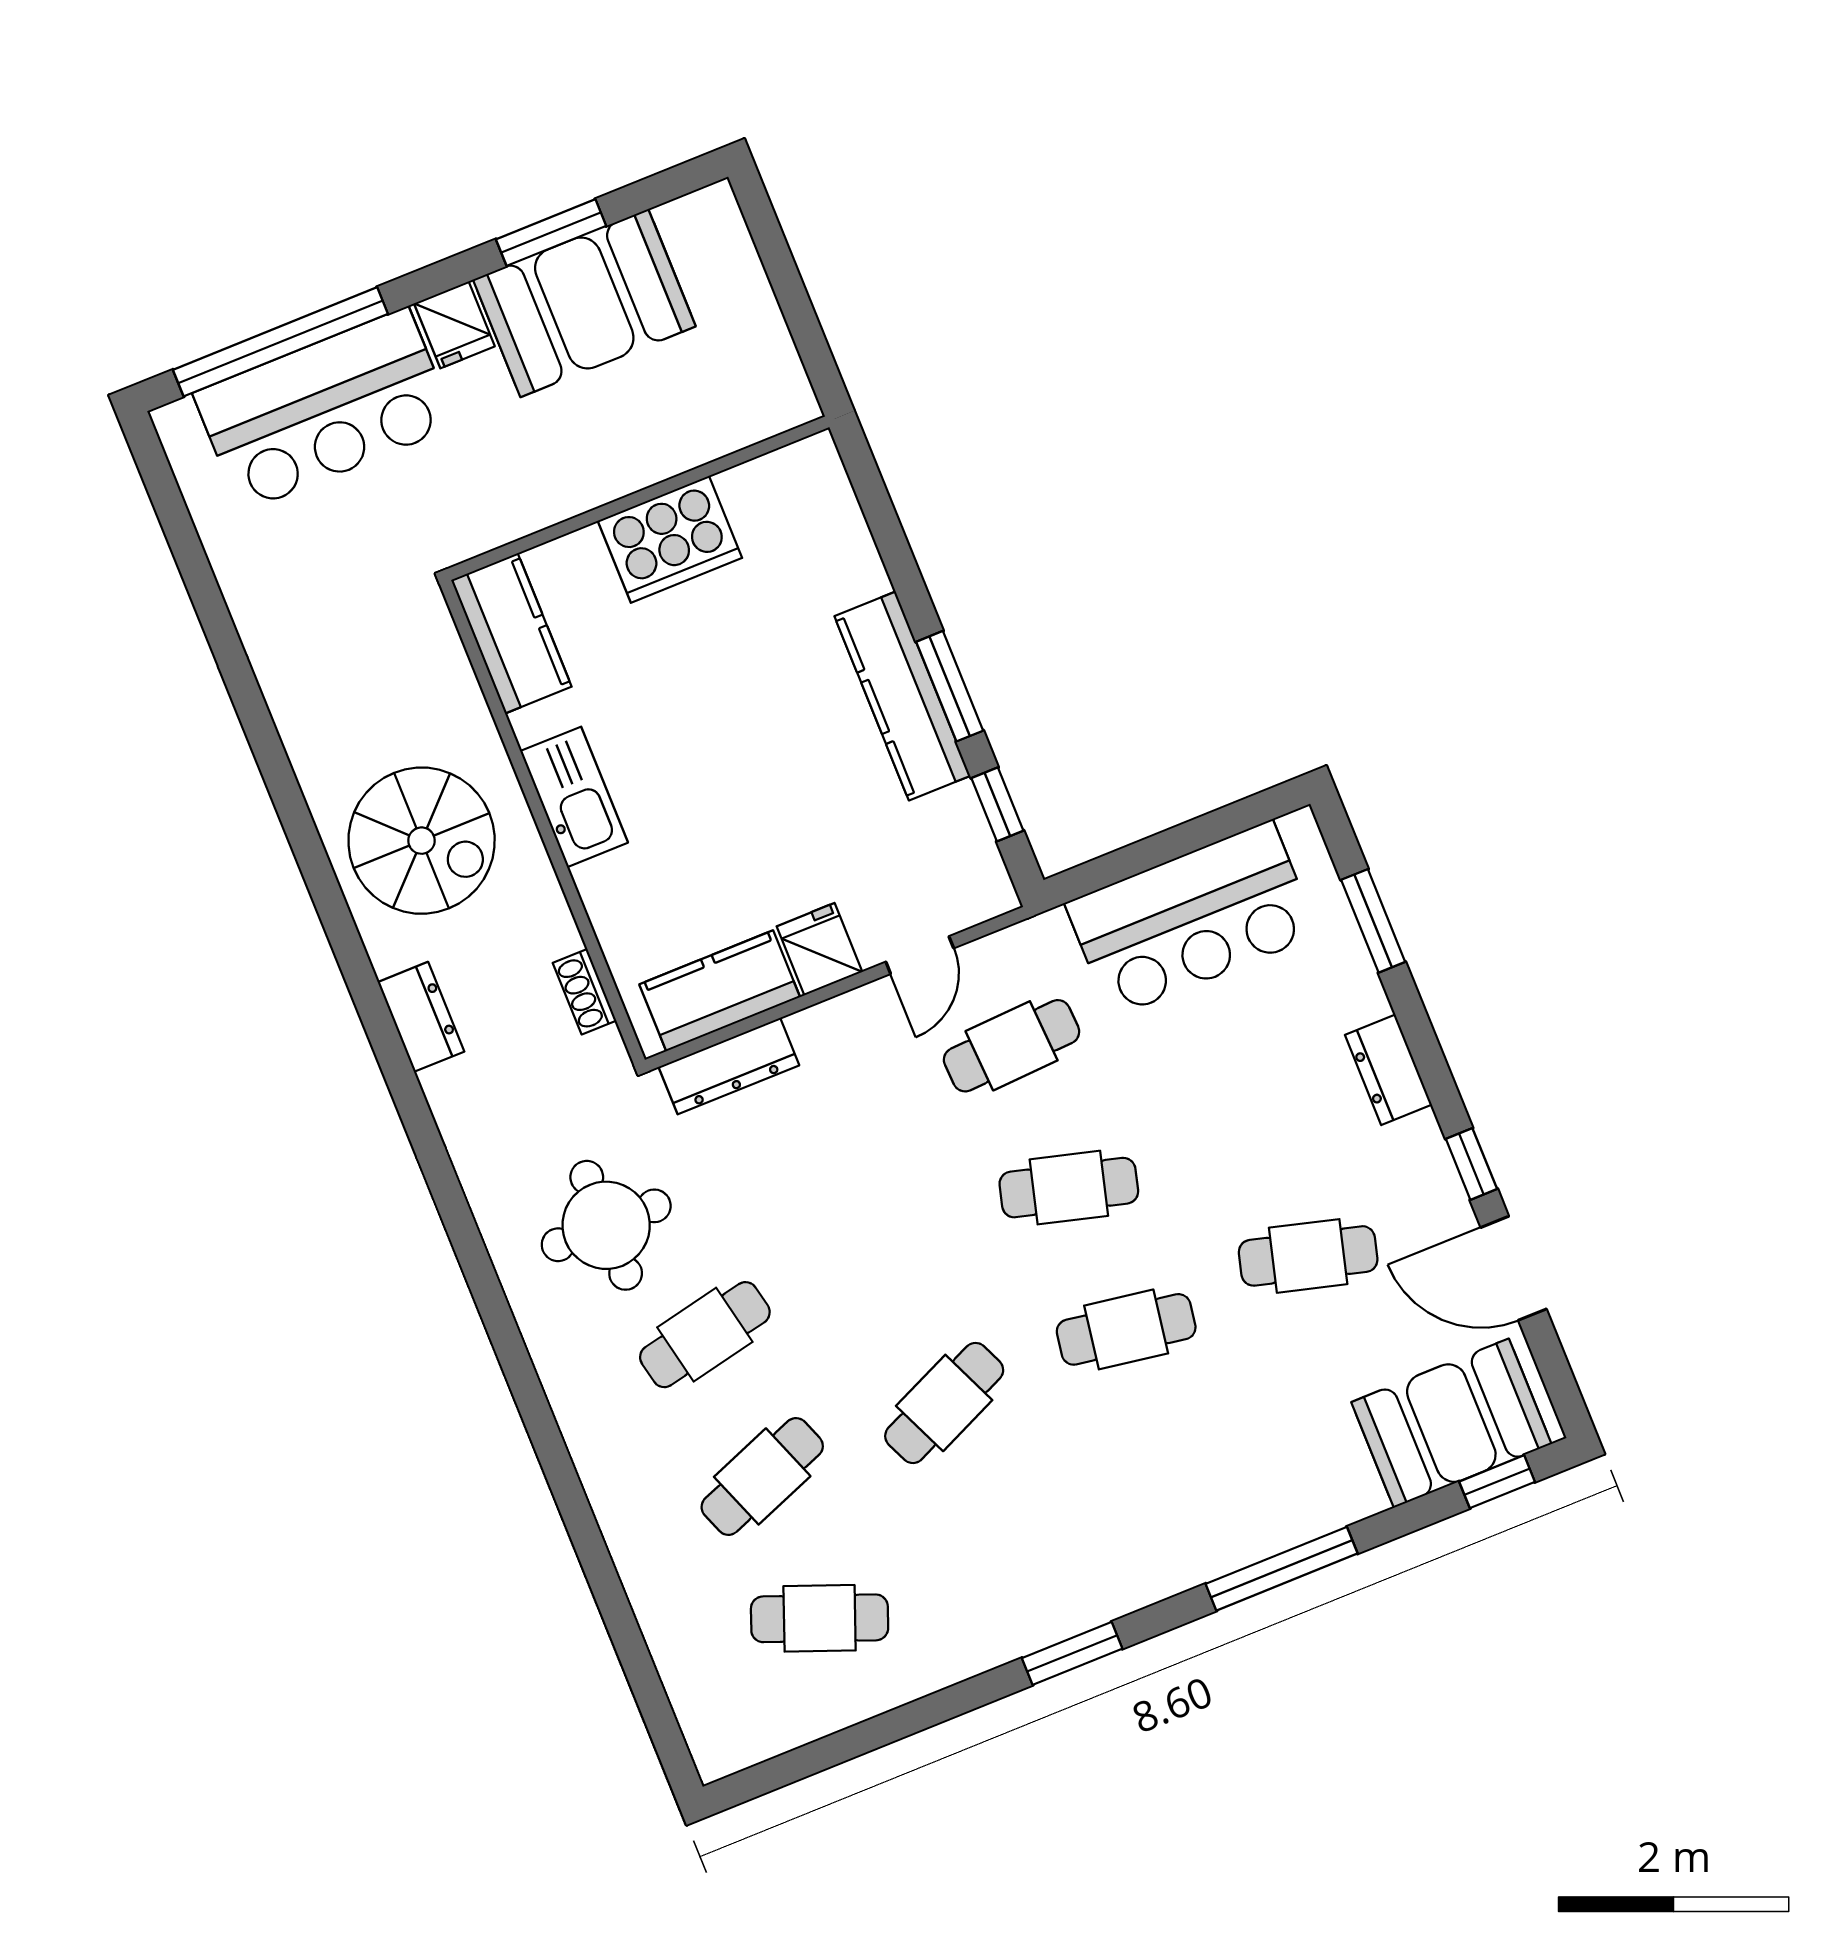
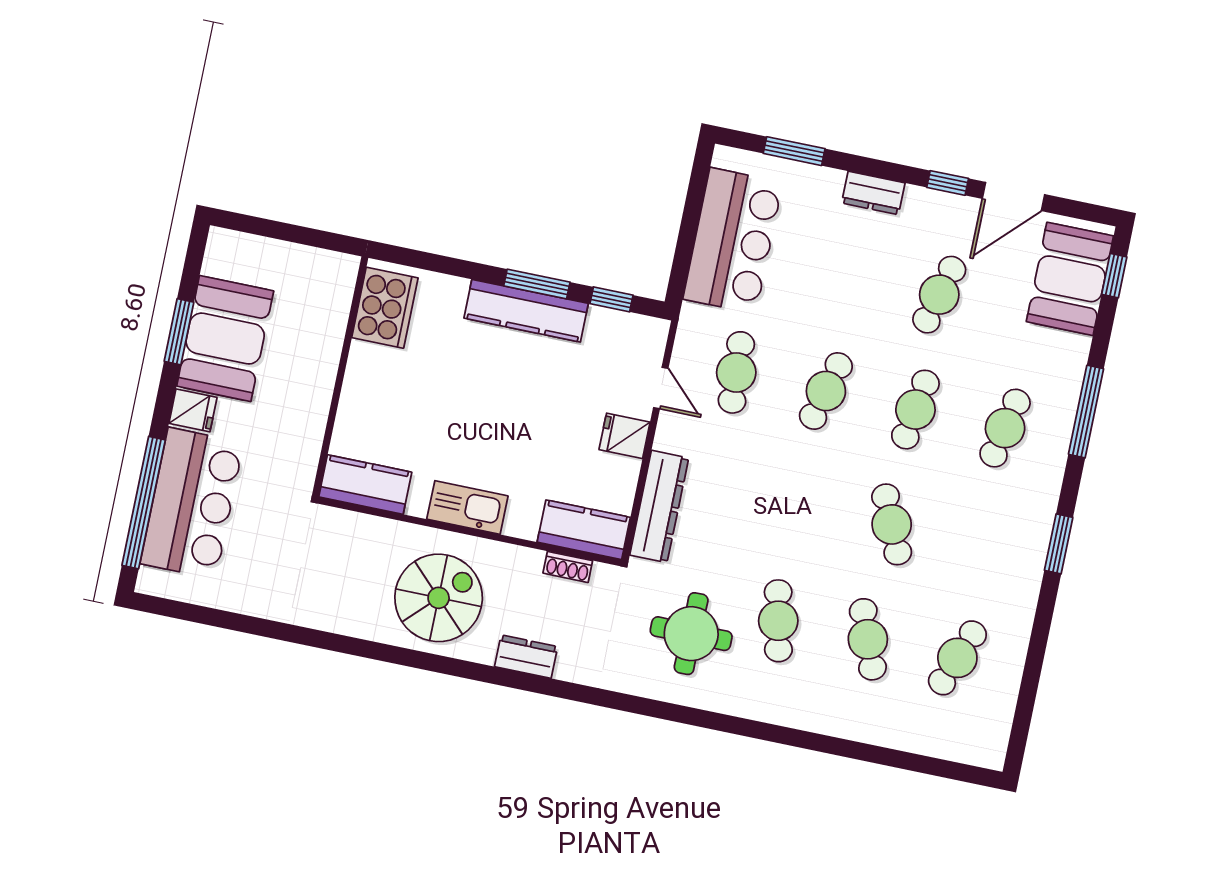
cooker: (670, 539) -> (385, 308), moved
kitchen counter: (720, 991) -> (584, 530), moved, turned 90
dresser: (729, 1066) -> (659, 506), width x1.37, depth x1.24
cafe table: (1183, 1471) -> (1005, 428), added

